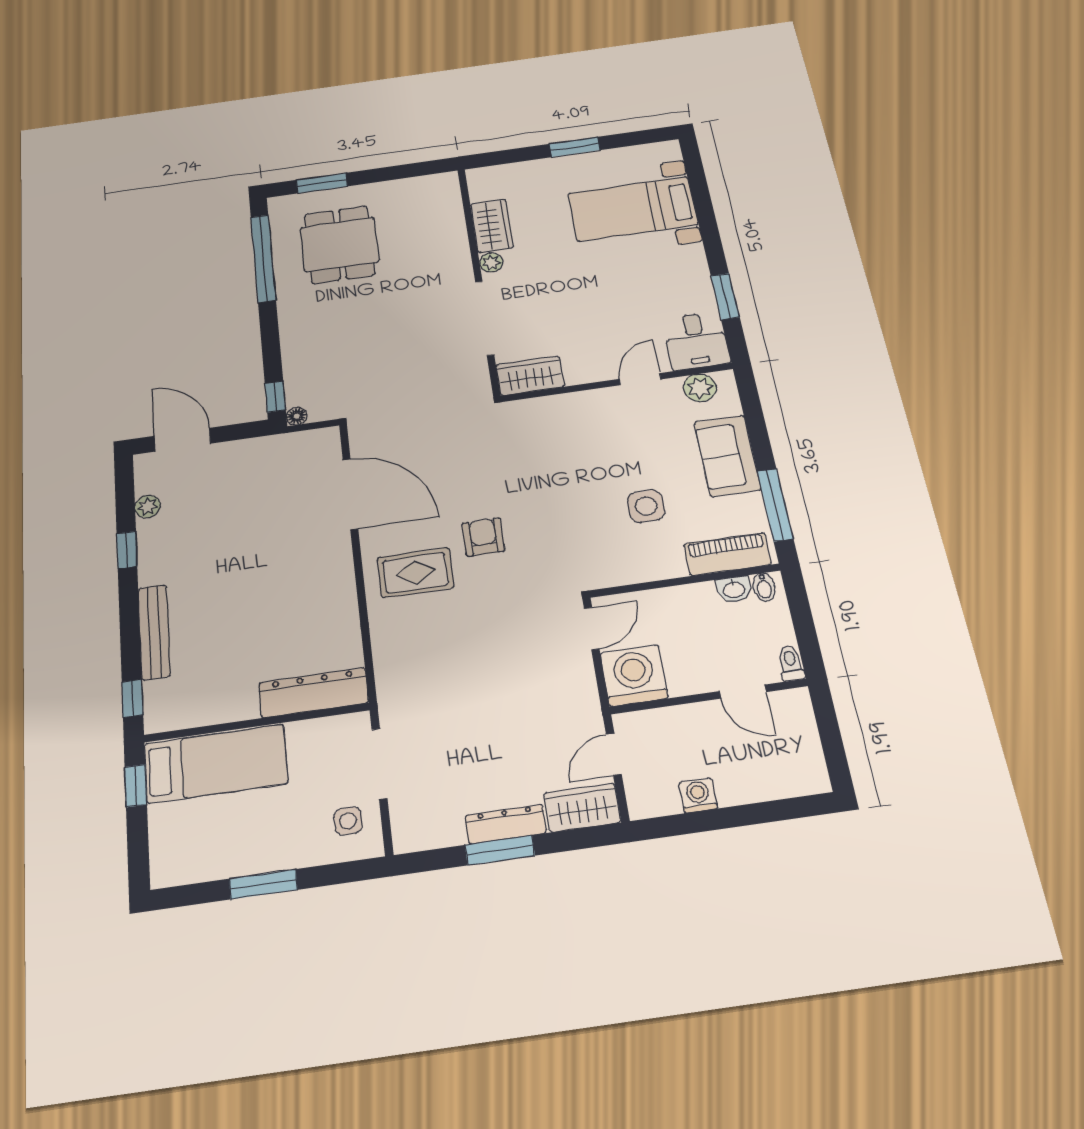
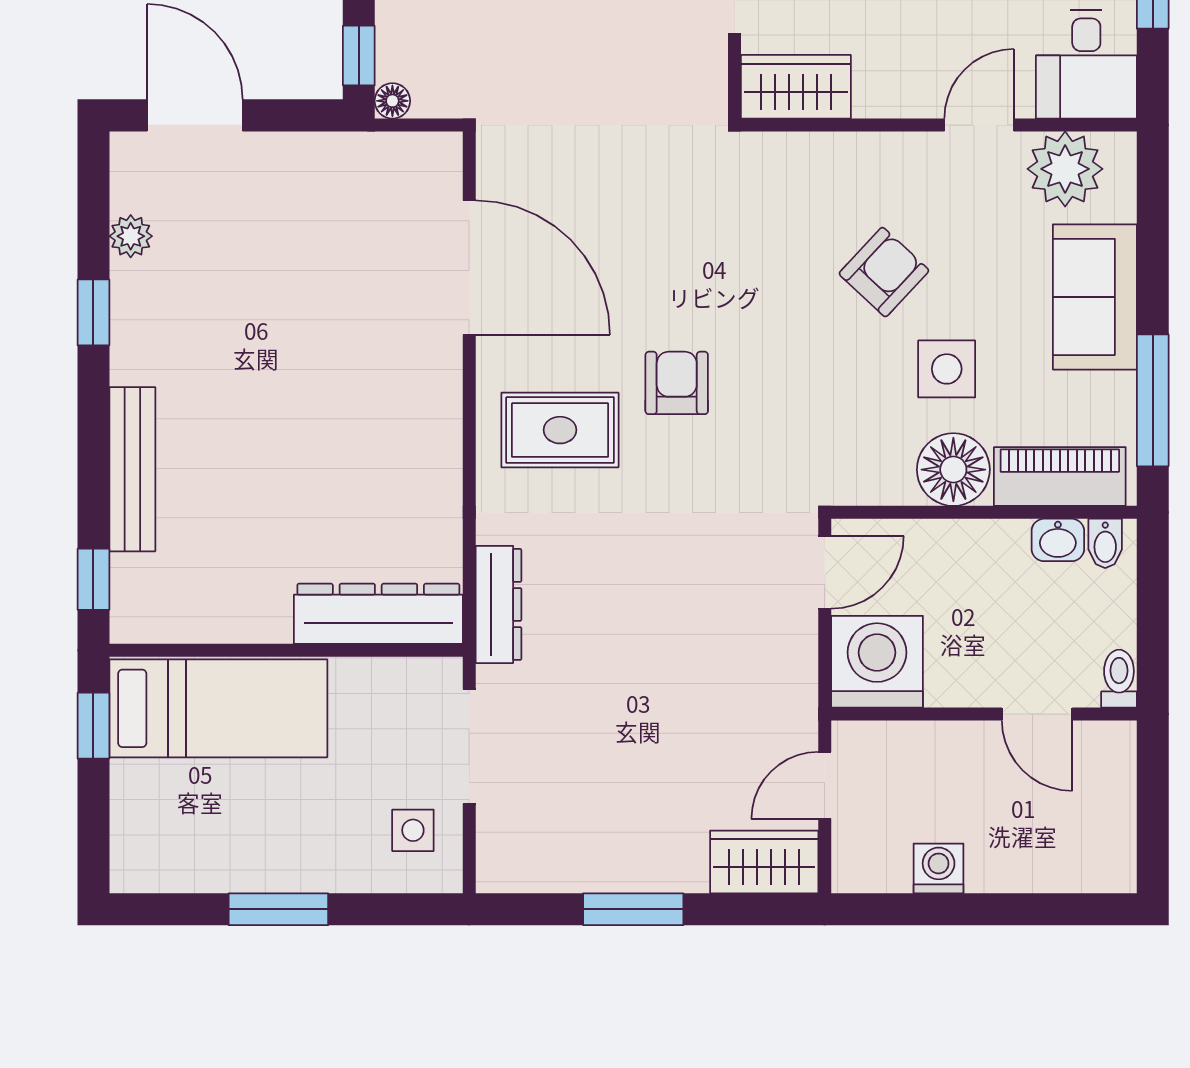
plant: (700, 388) -> (1065, 169), width x1.36, depth x1.36
armchair: (598, 461) -> (884, 272), added
floor lamp: (661, 560) -> (953, 470), added
dresser: (506, 824) -> (498, 604), moved, turned 90

